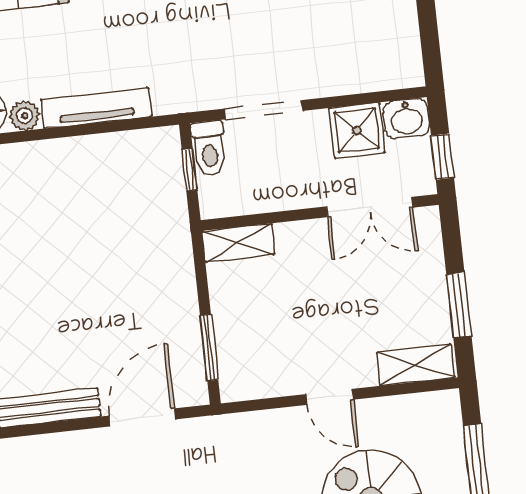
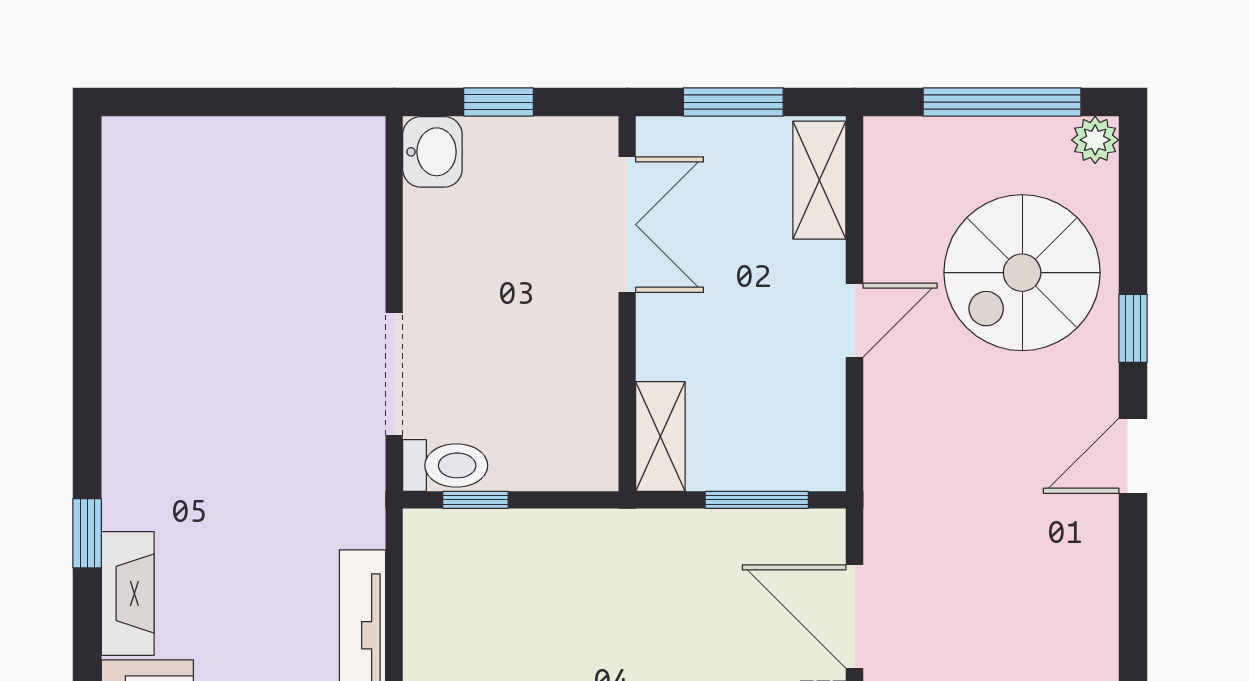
shower: (357, 130) -> (443, 232), removed
double door: (370, 207) -> (627, 225), moved
wall: (320, 213) -> (627, 304), moved
shelving: (238, 243) -> (660, 436), moved

